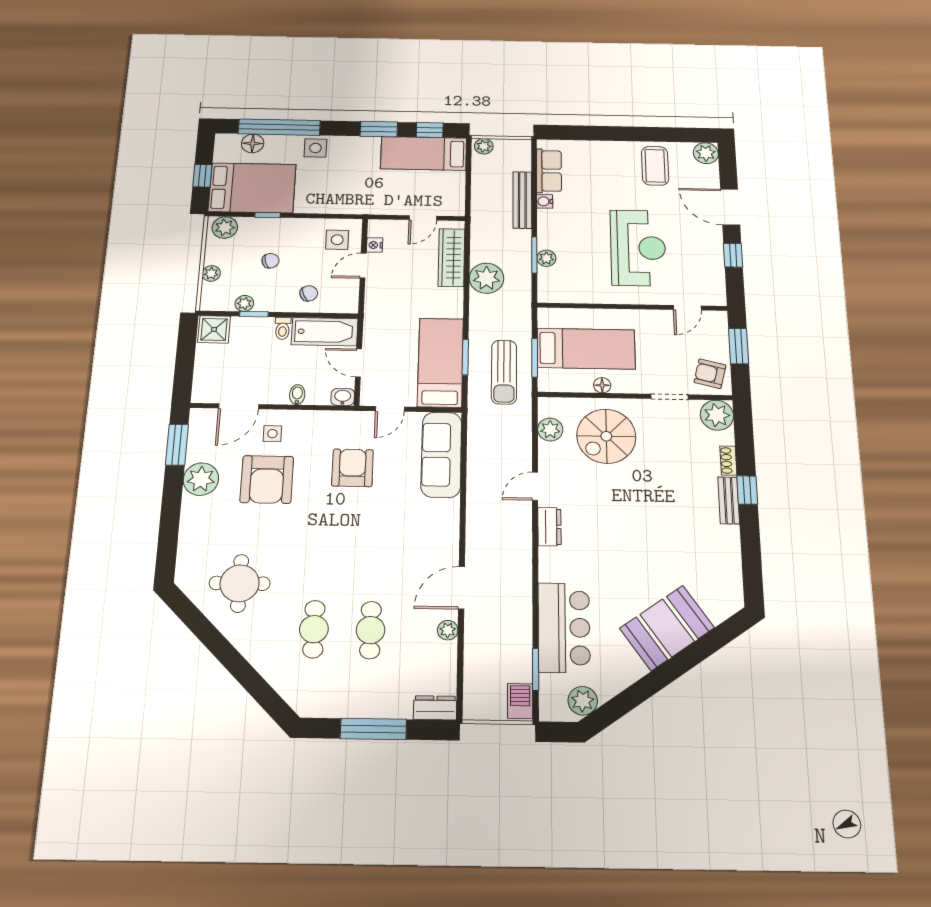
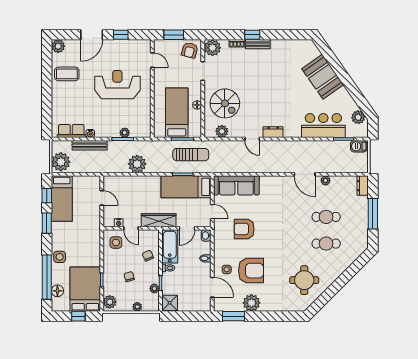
plant: (484, 146) -> (61, 162), width x1.87, depth x1.87
wardrobe: (451, 258) -> (159, 220), moved, turned 180

